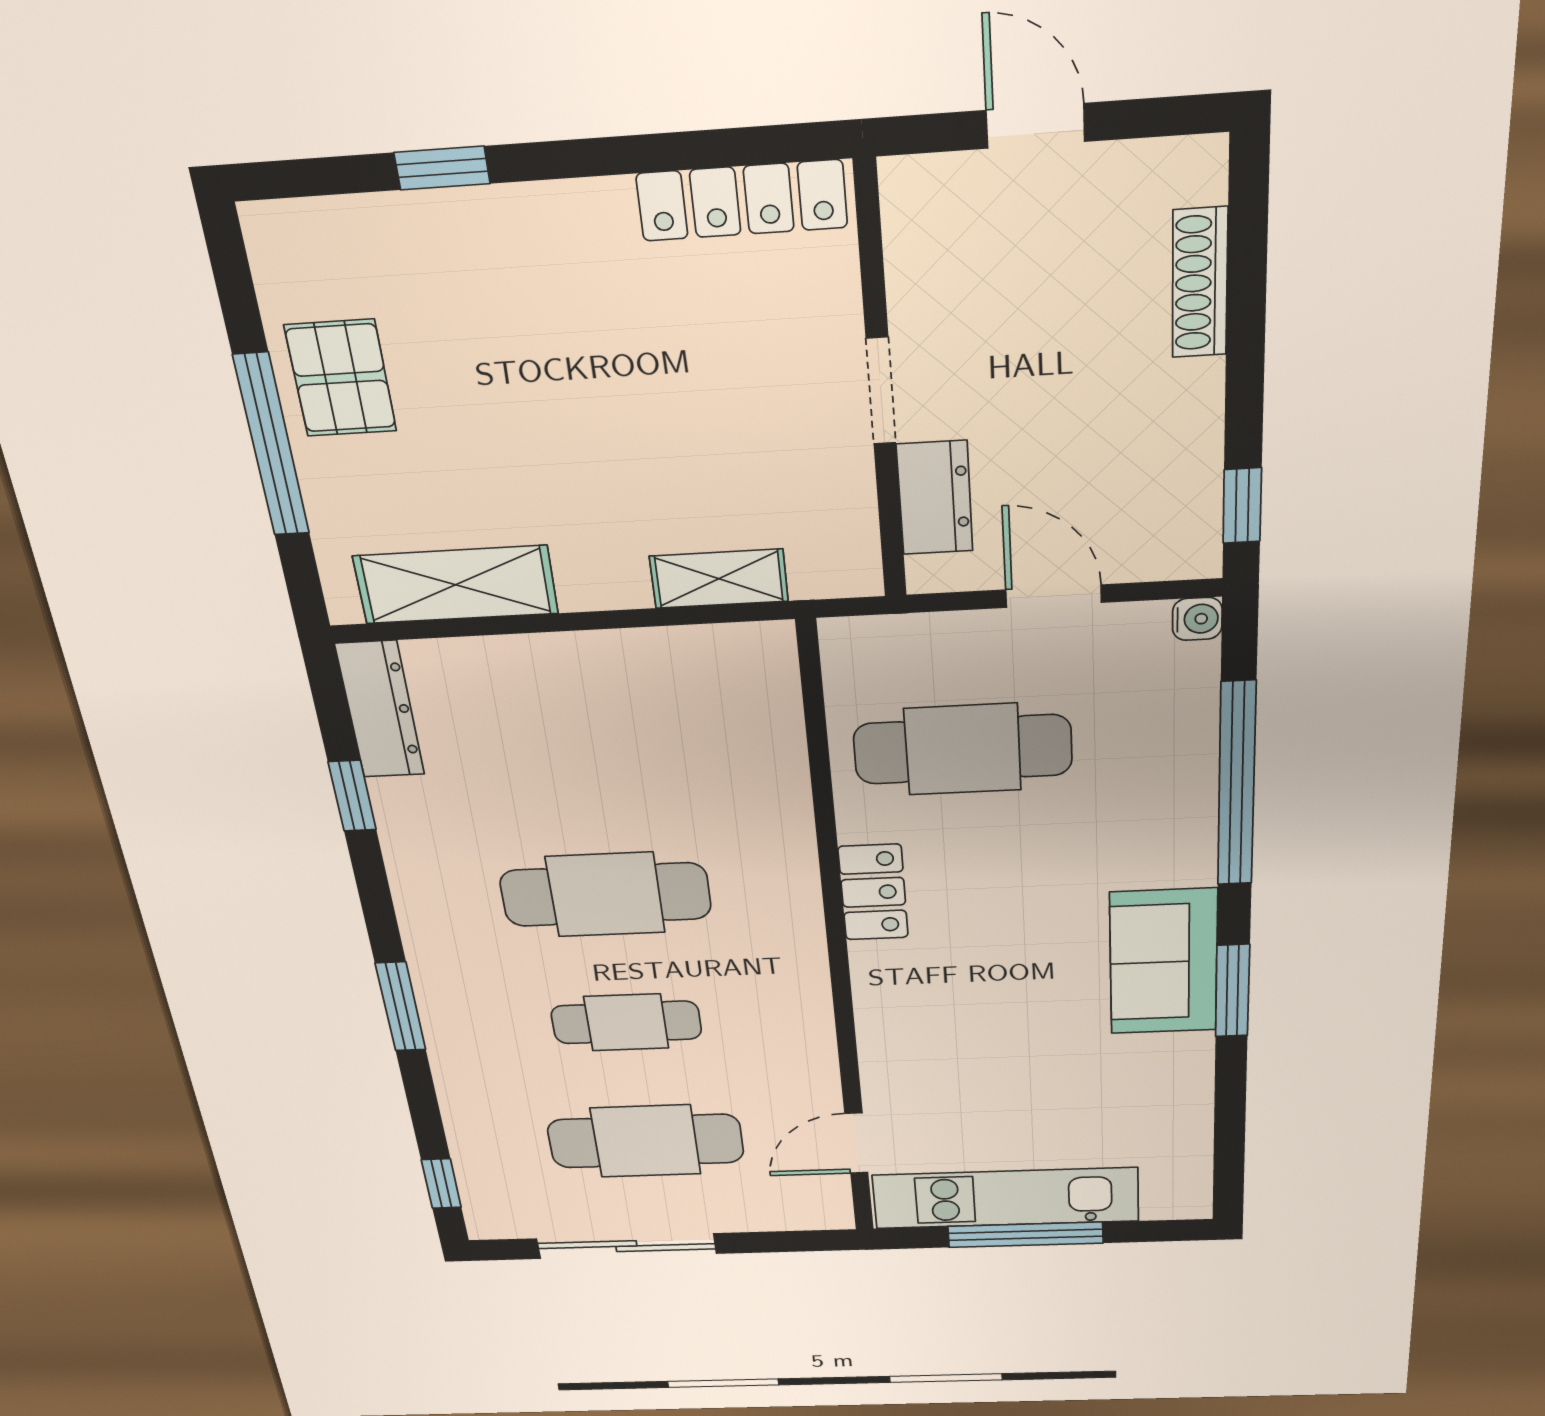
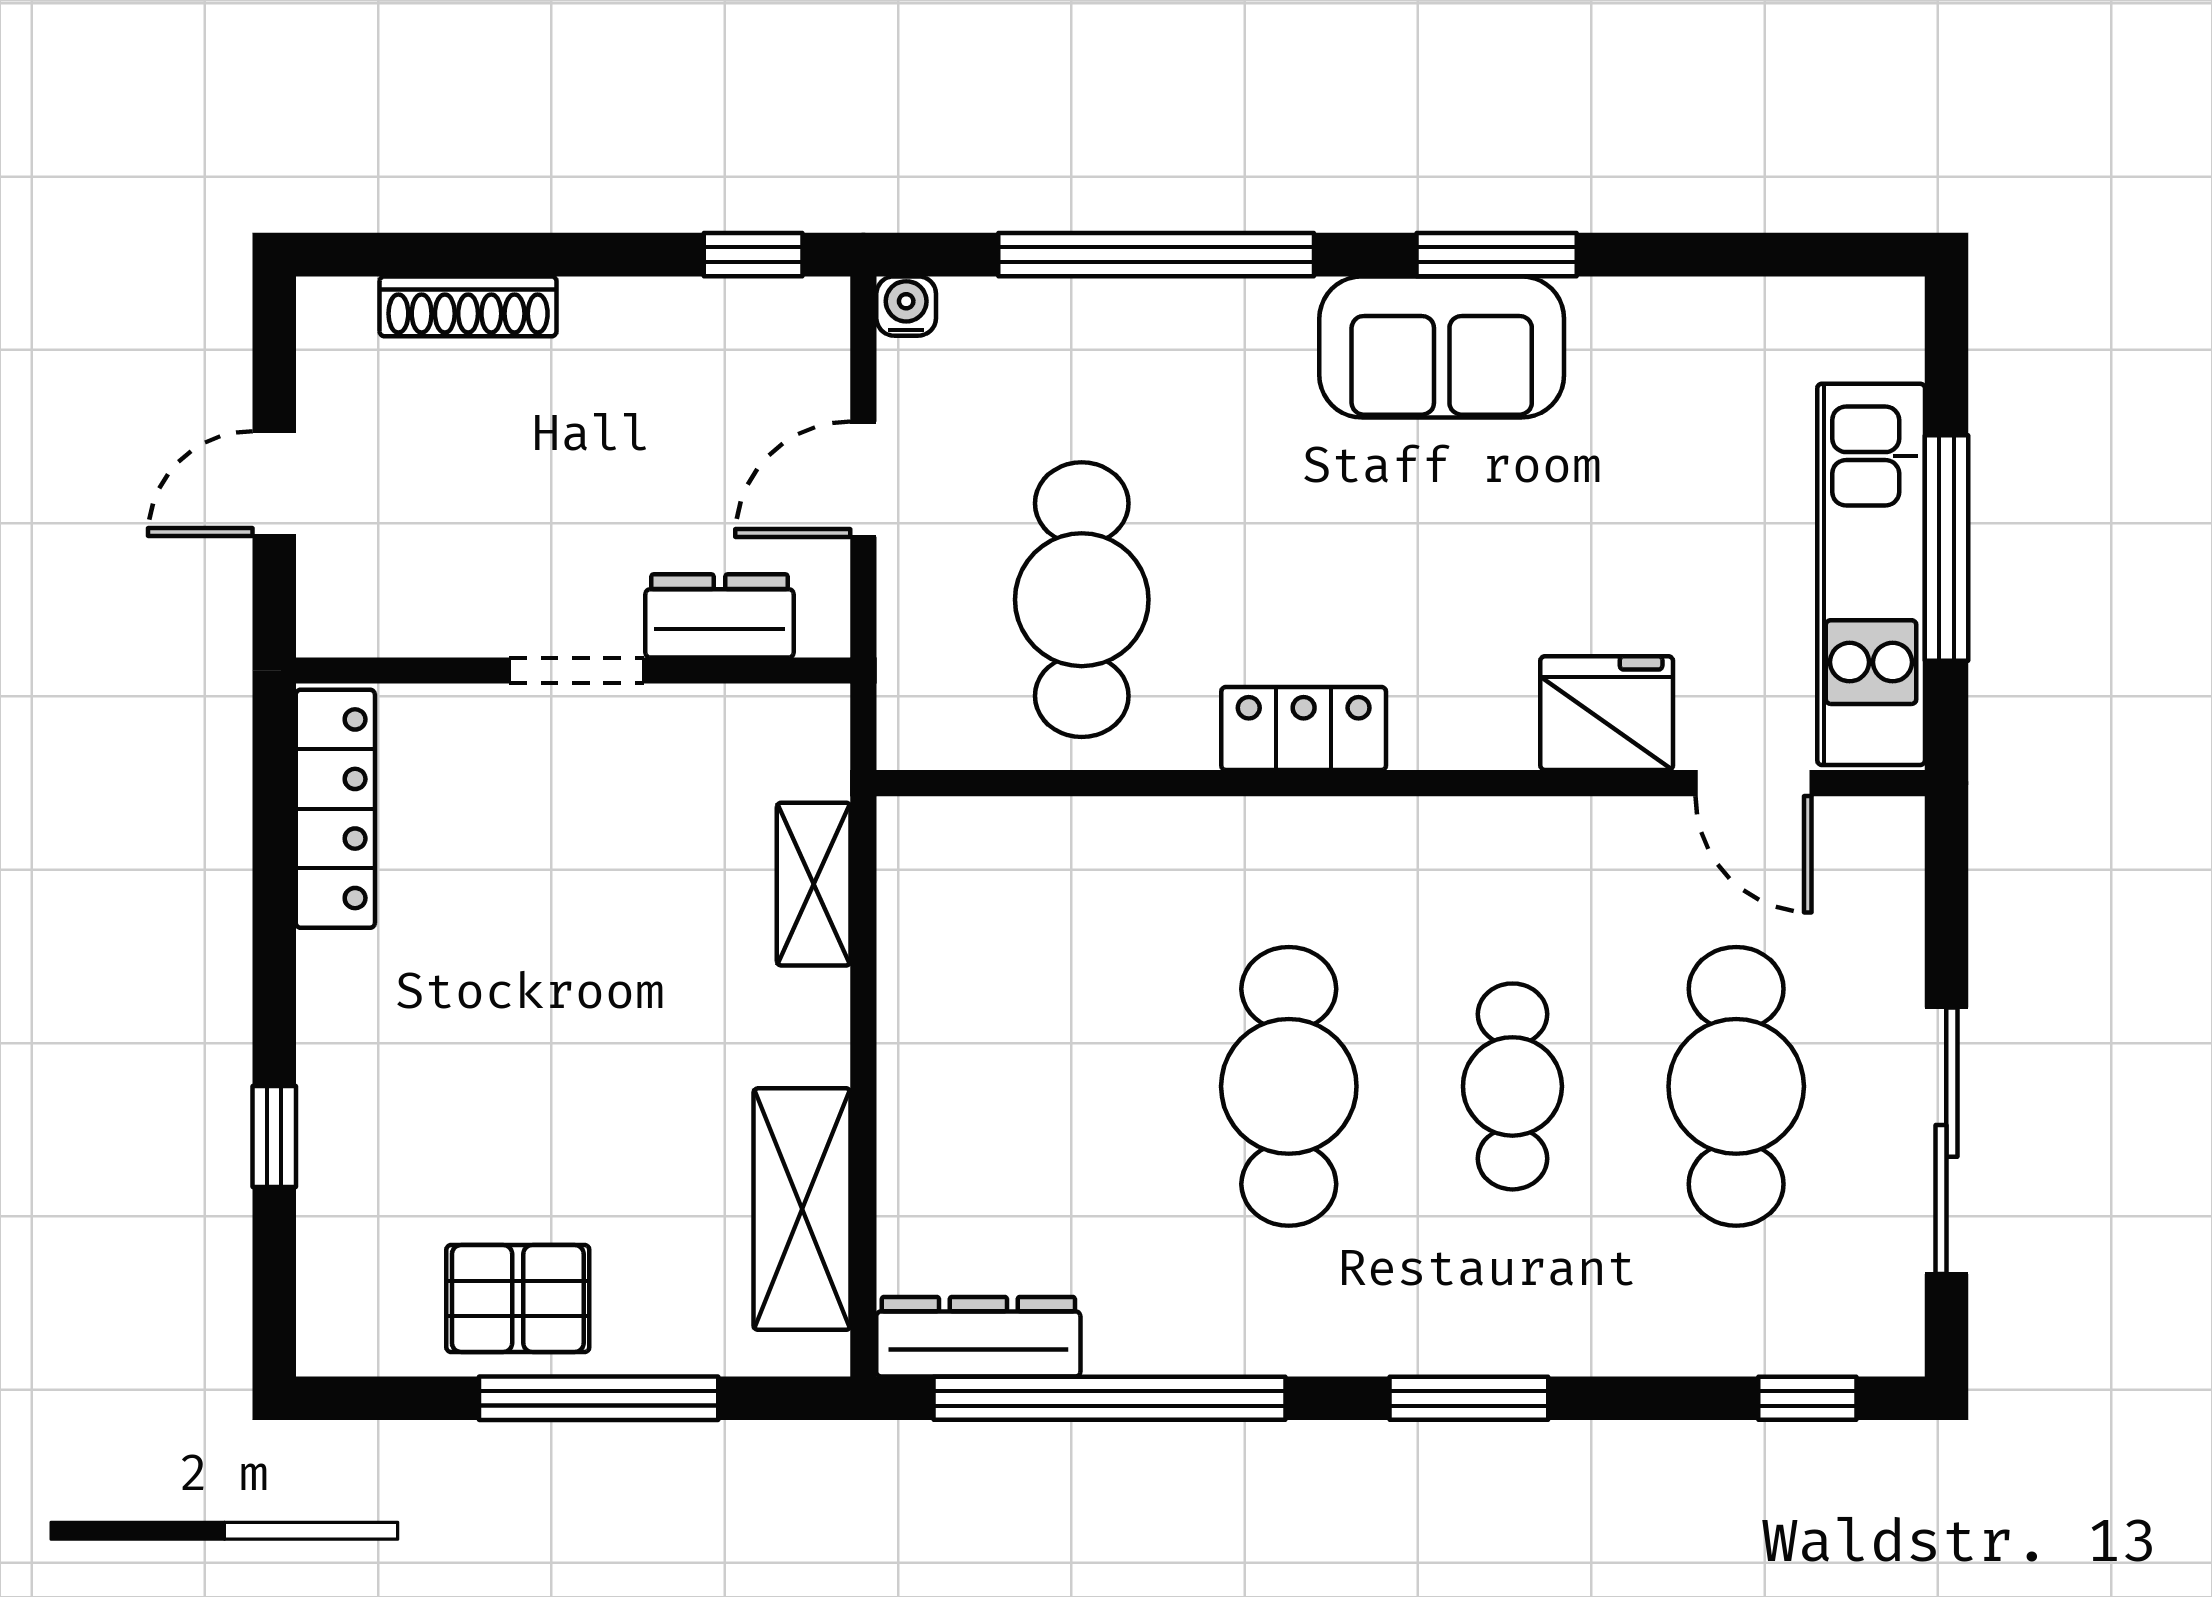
window: (352, 796) -> (1110, 1398), width x3.17
fridge: (899, 1064) -> (1607, 713), added

